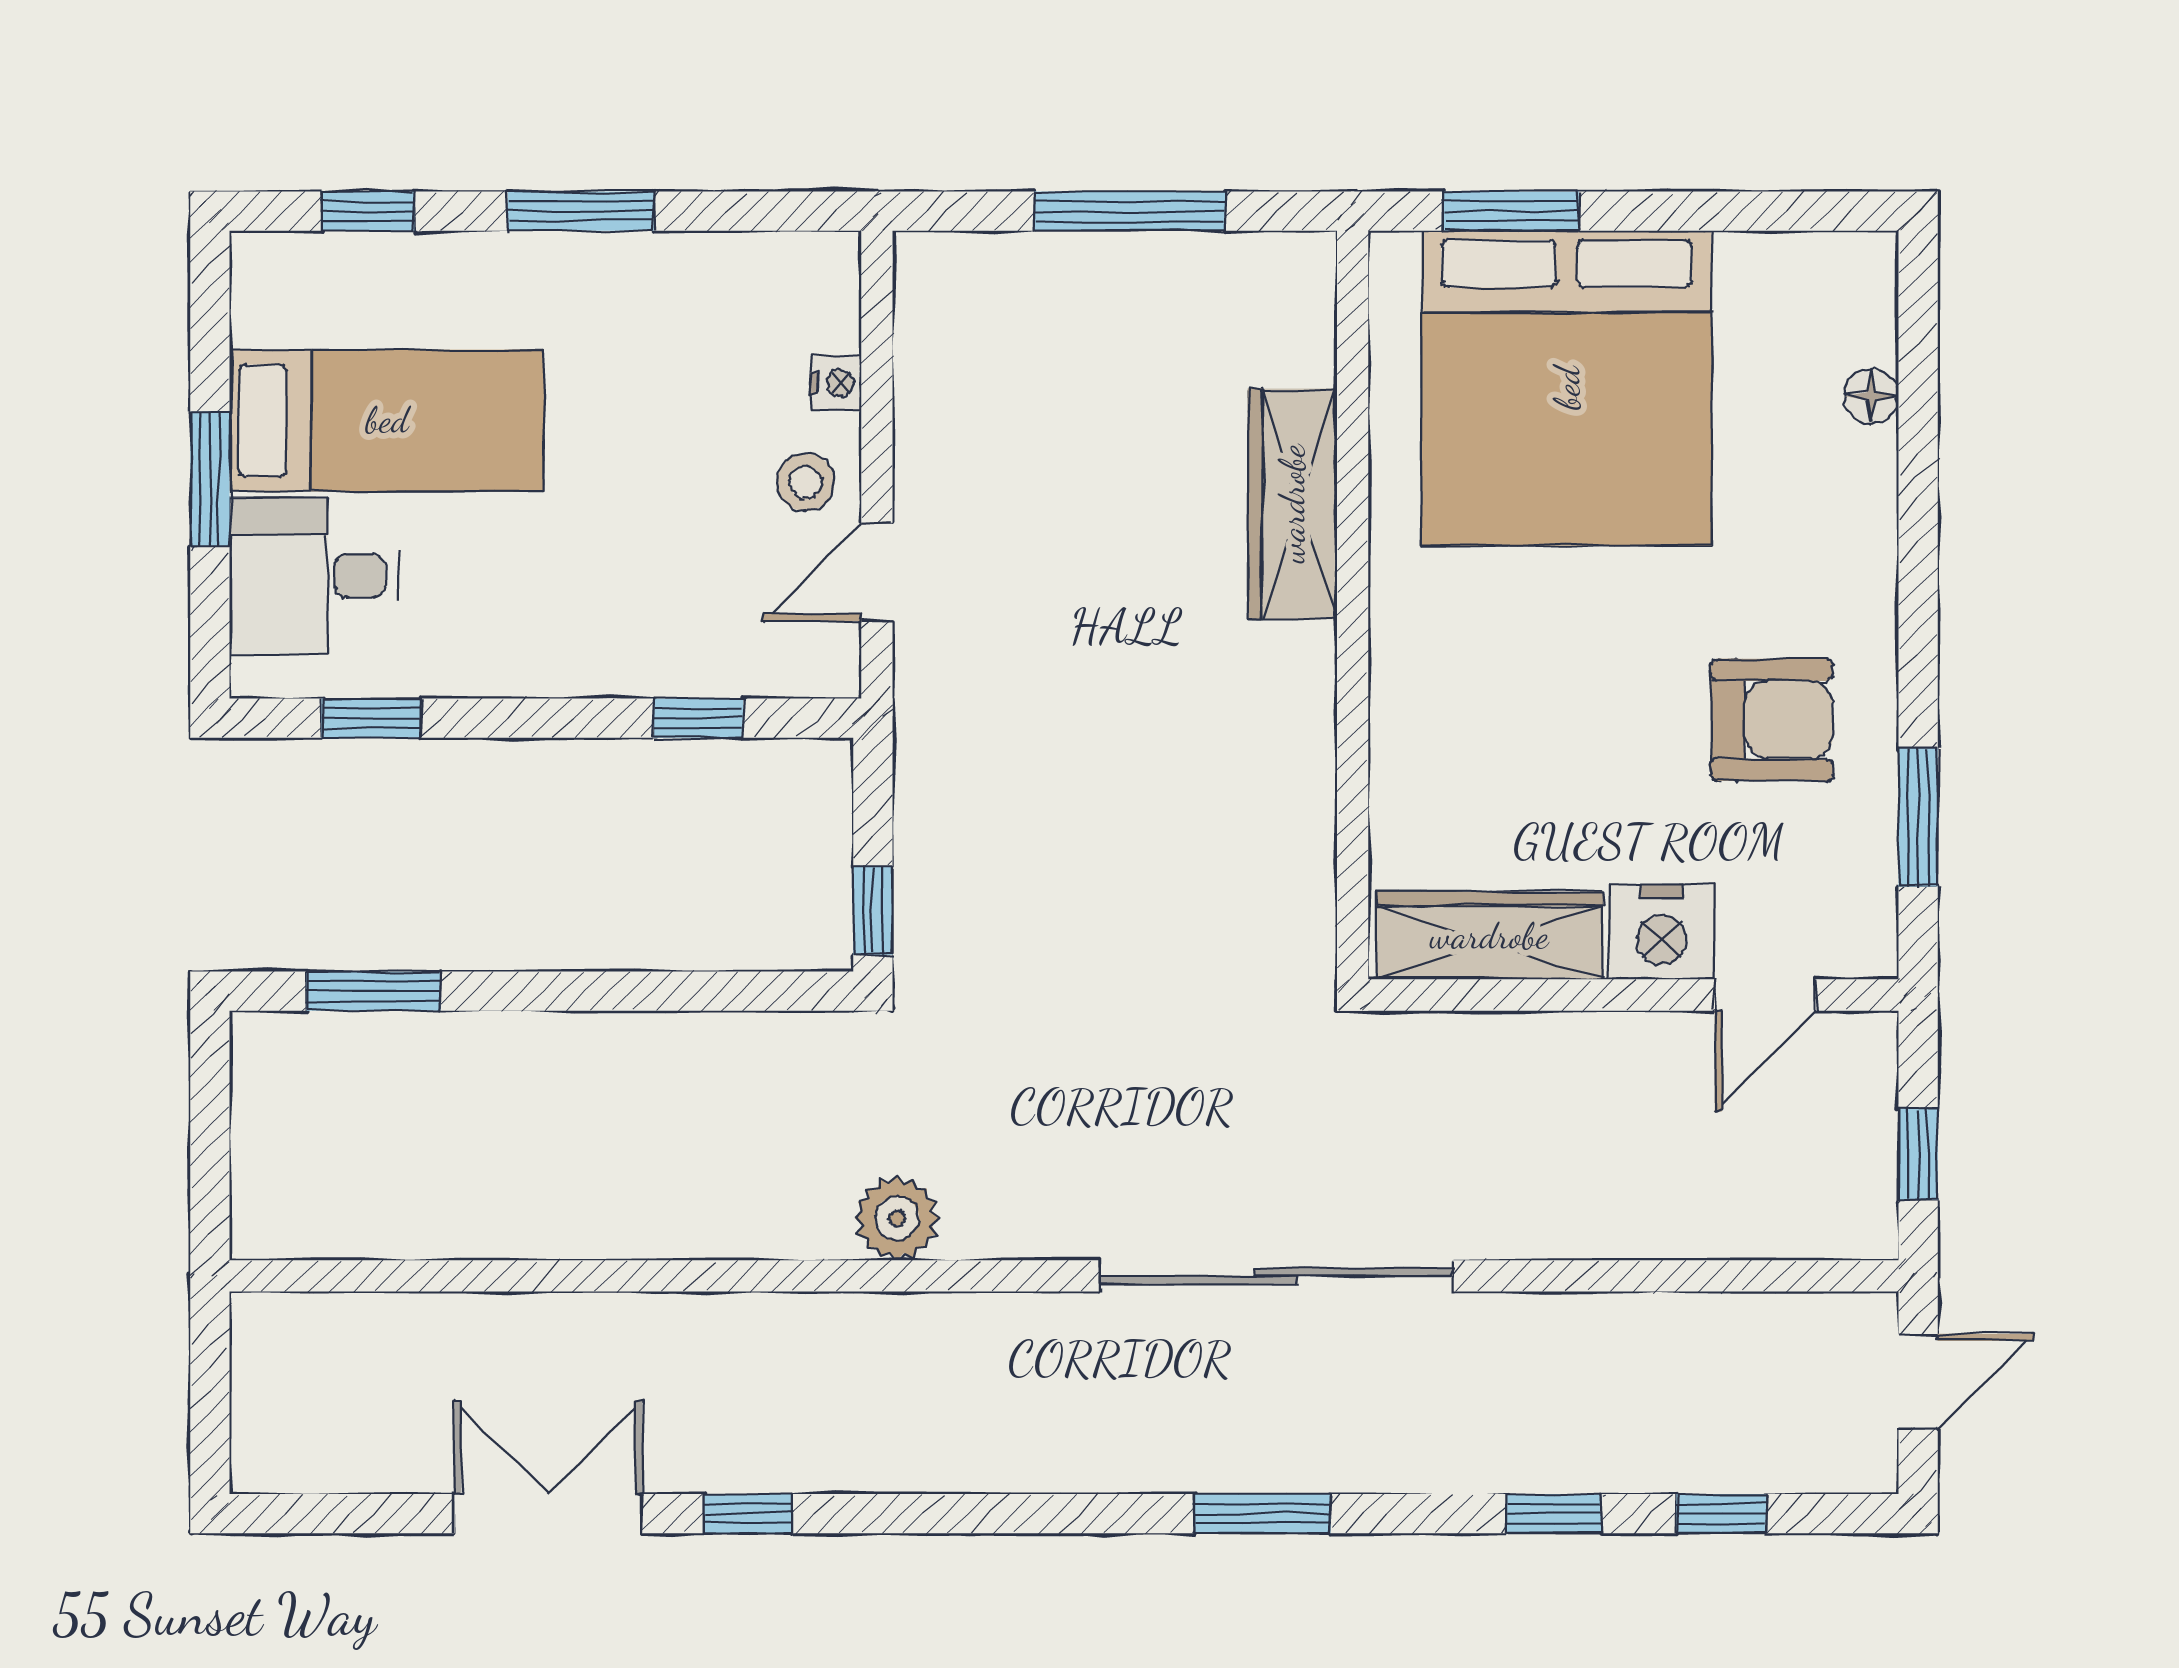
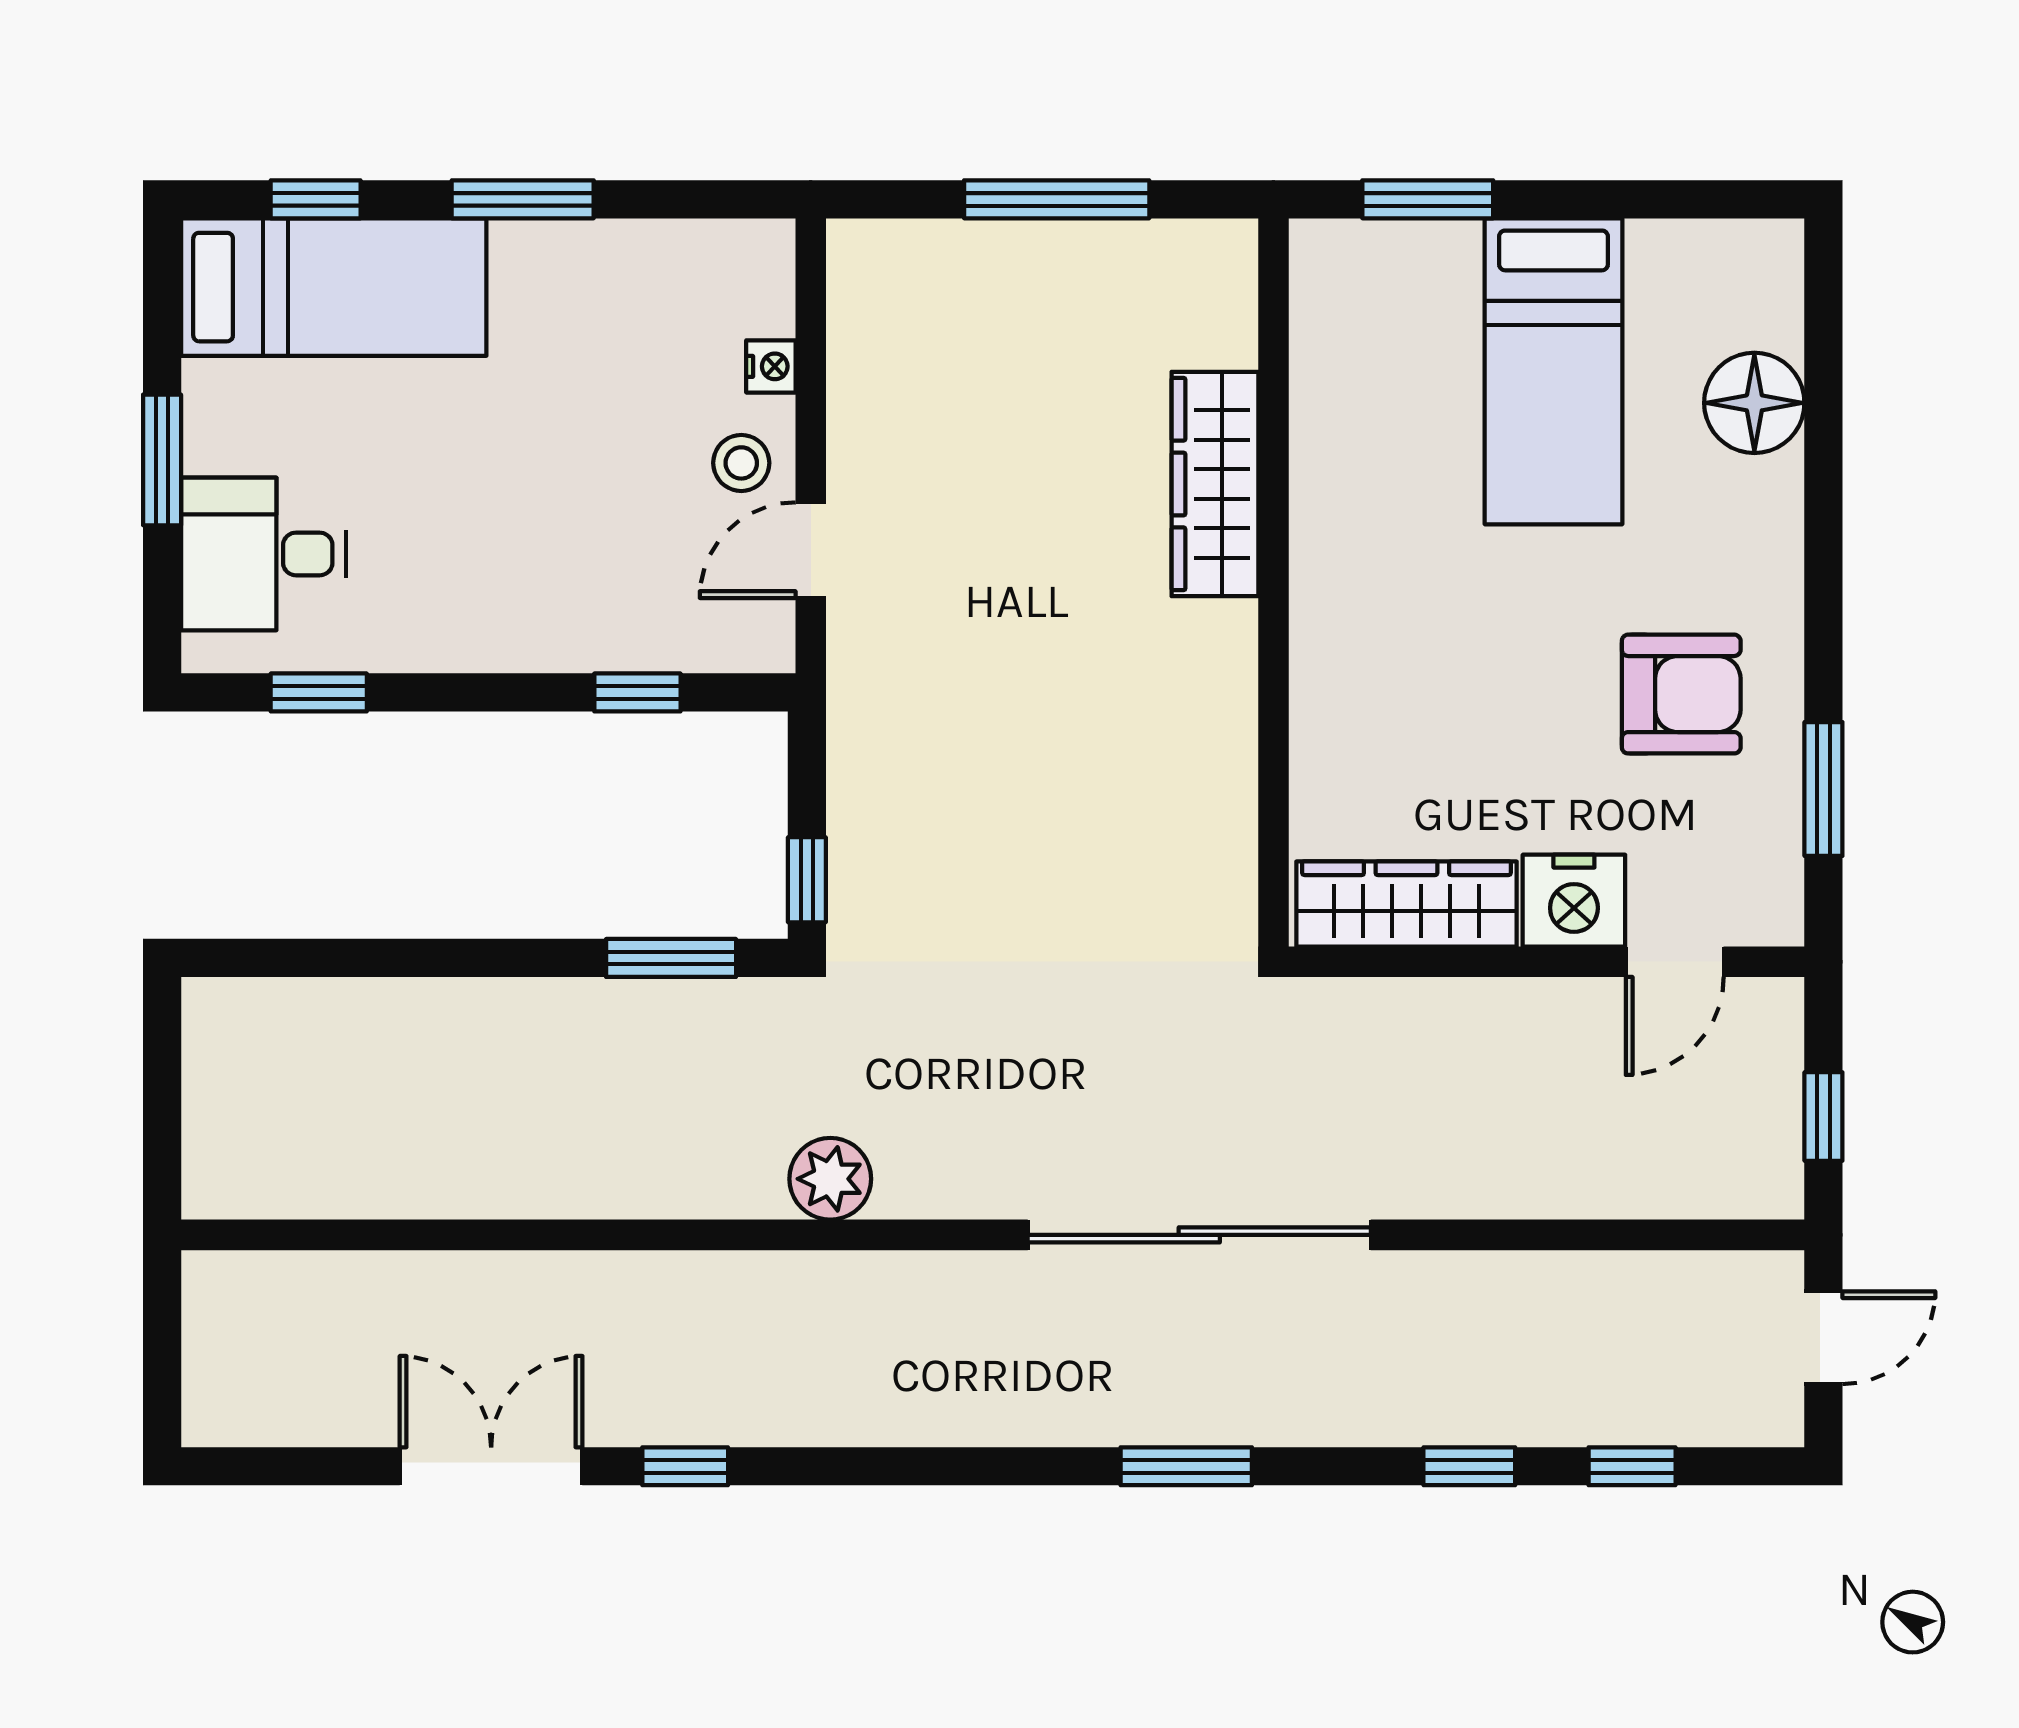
bed: (1567, 388) -> (1554, 371), width x0.49
floor lamp: (1871, 396) -> (1754, 403), width x1.89, depth x1.89
bed: (387, 420) -> (334, 287), moved
window: (374, 991) -> (671, 958), moved

